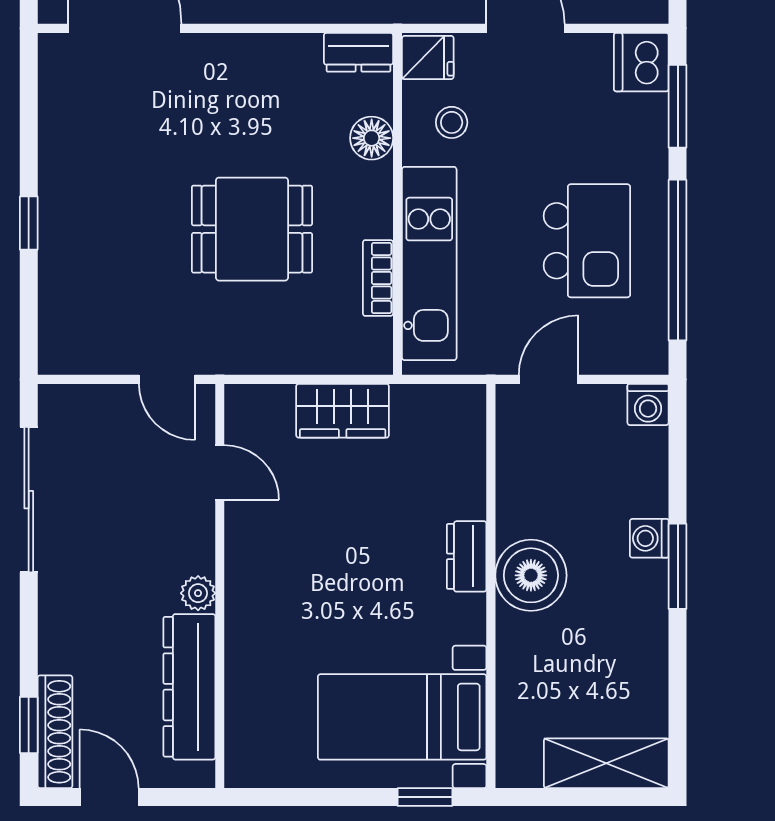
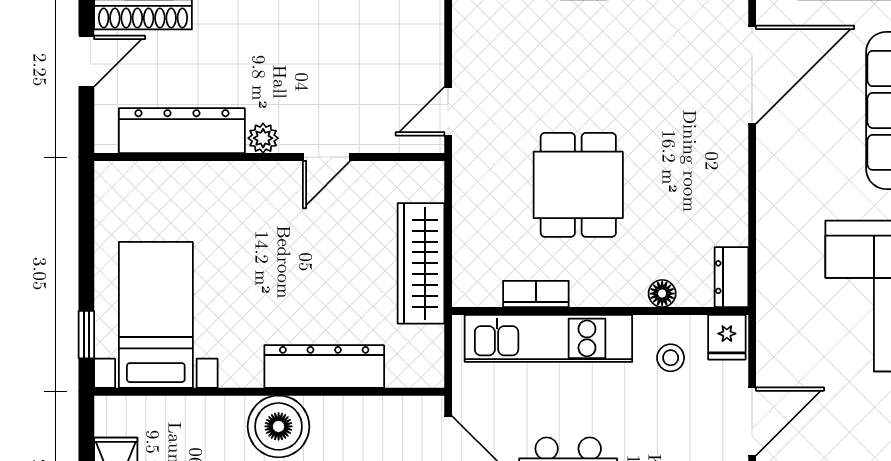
floor lamp: (372, 138) -> (662, 294), width x0.73, depth x0.73
wardrobe: (343, 411) -> (421, 263), width x1.50
door: (220, 473) -> (326, 157), moved
dresser: (467, 556) -> (324, 367), width x1.96, depth x1.24

